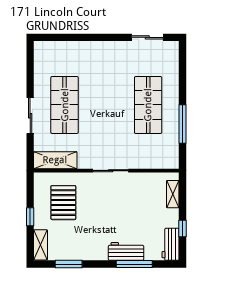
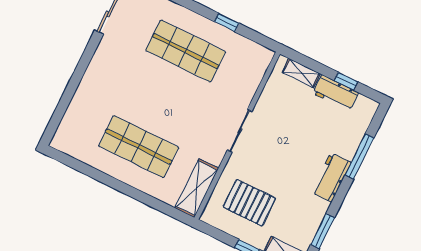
sliding door: (30, 116) -> (131, 192), removed
window: (182, 124) -> (227, 22), width x0.46
workbench: (171, 244) -> (336, 93), moved
workbench: (126, 251) -> (331, 177), moved

